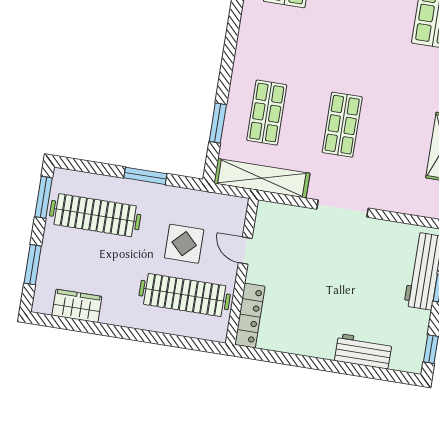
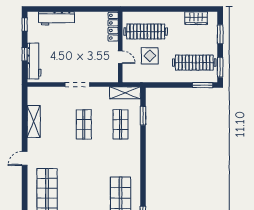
window: (145, 176) -> (203, 85), moved
shelving: (262, 178) -> (125, 93), width x0.68
workbench: (363, 351) -> (57, 18), width x1.38

